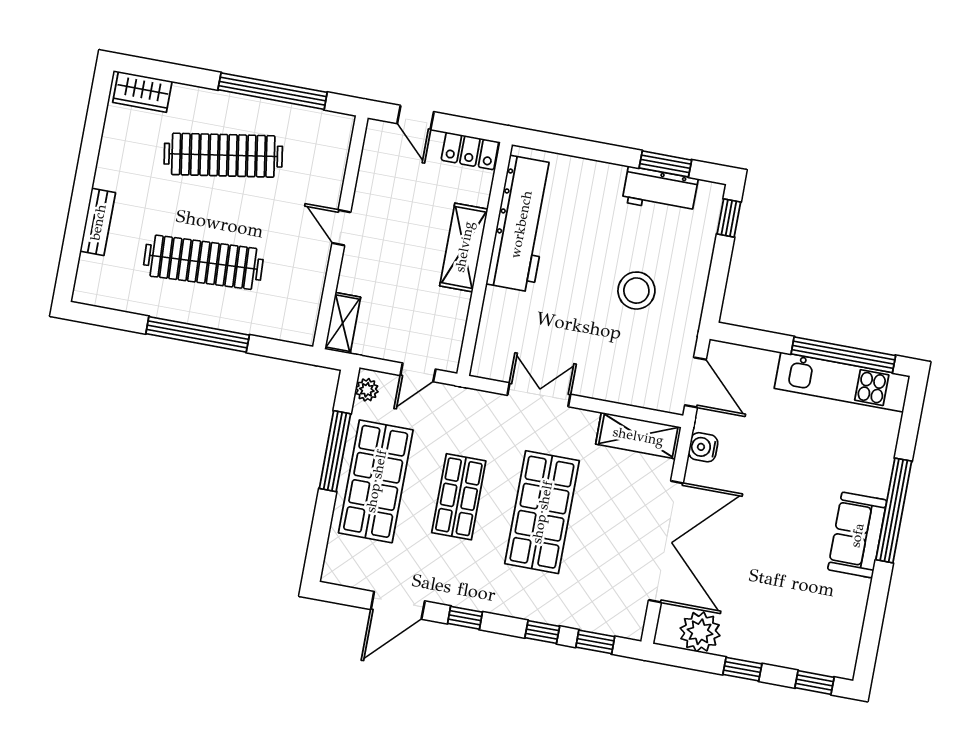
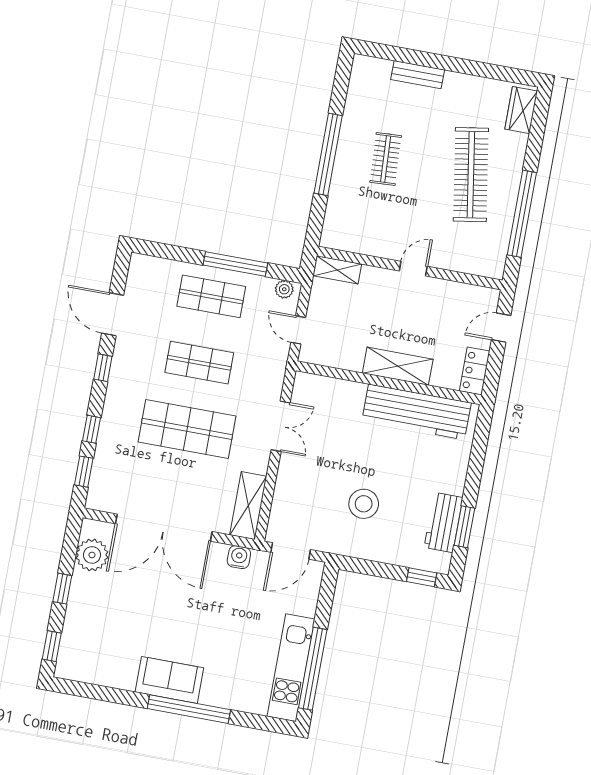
clothes rail: (203, 262) -> (386, 159), width x0.54, depth x0.76
shop shelf: (376, 481) -> (211, 296), width x0.70, depth x0.74

